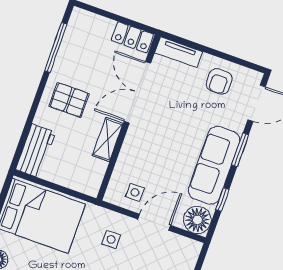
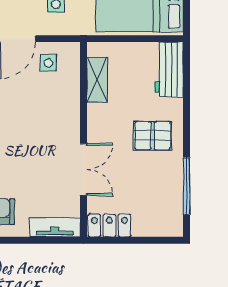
double door: (137, 92) -> (83, 169), width x0.73
shelving: (108, 139) -> (97, 80), moved

